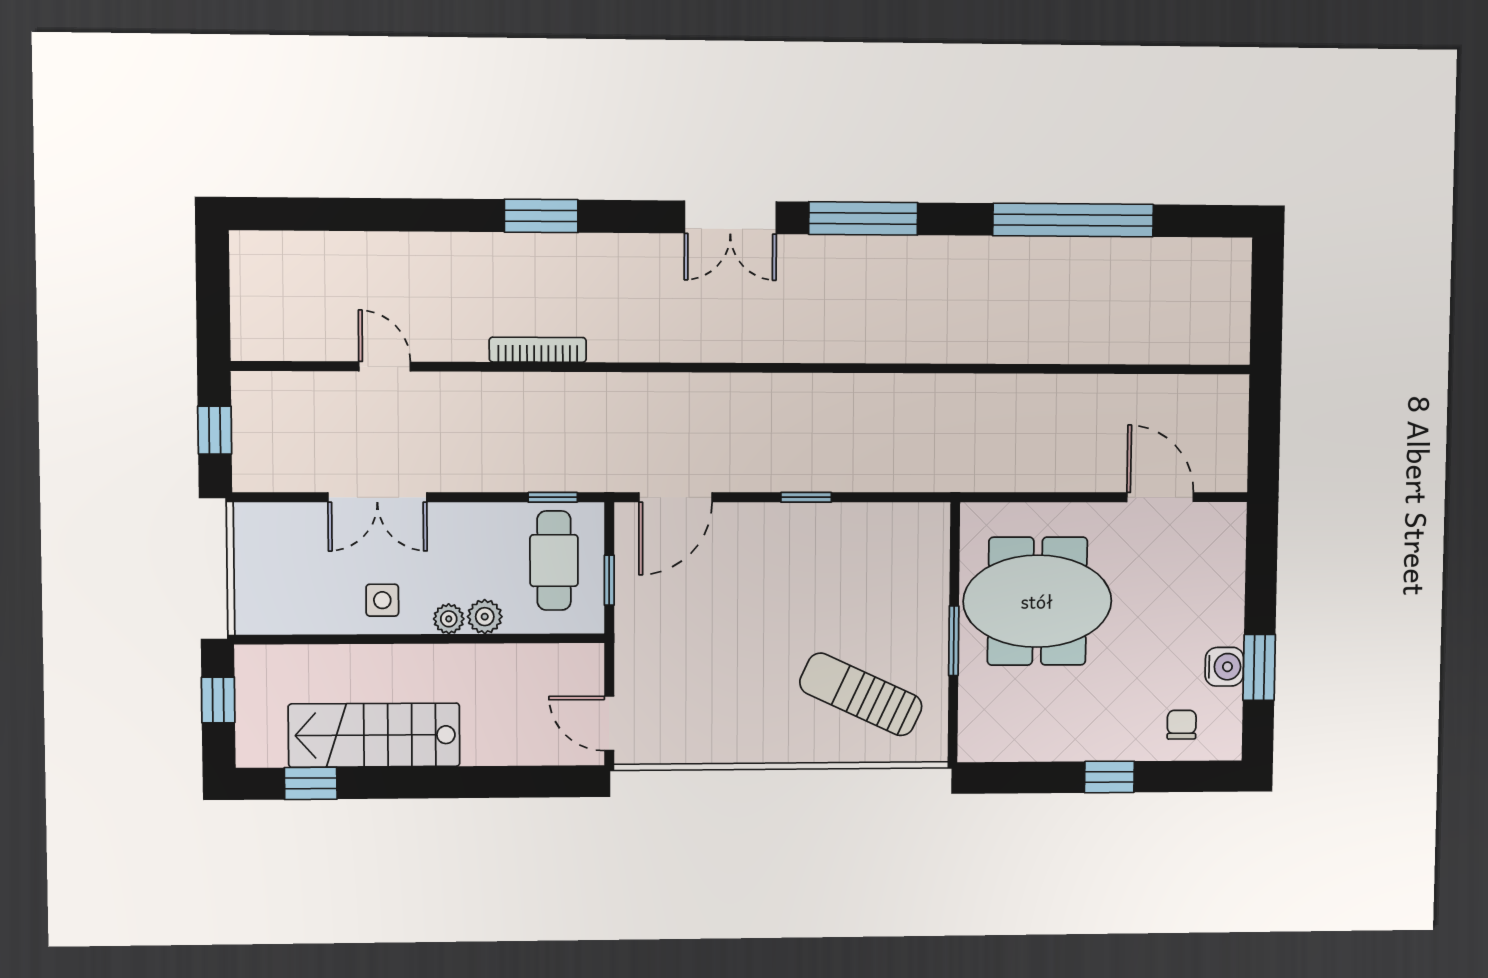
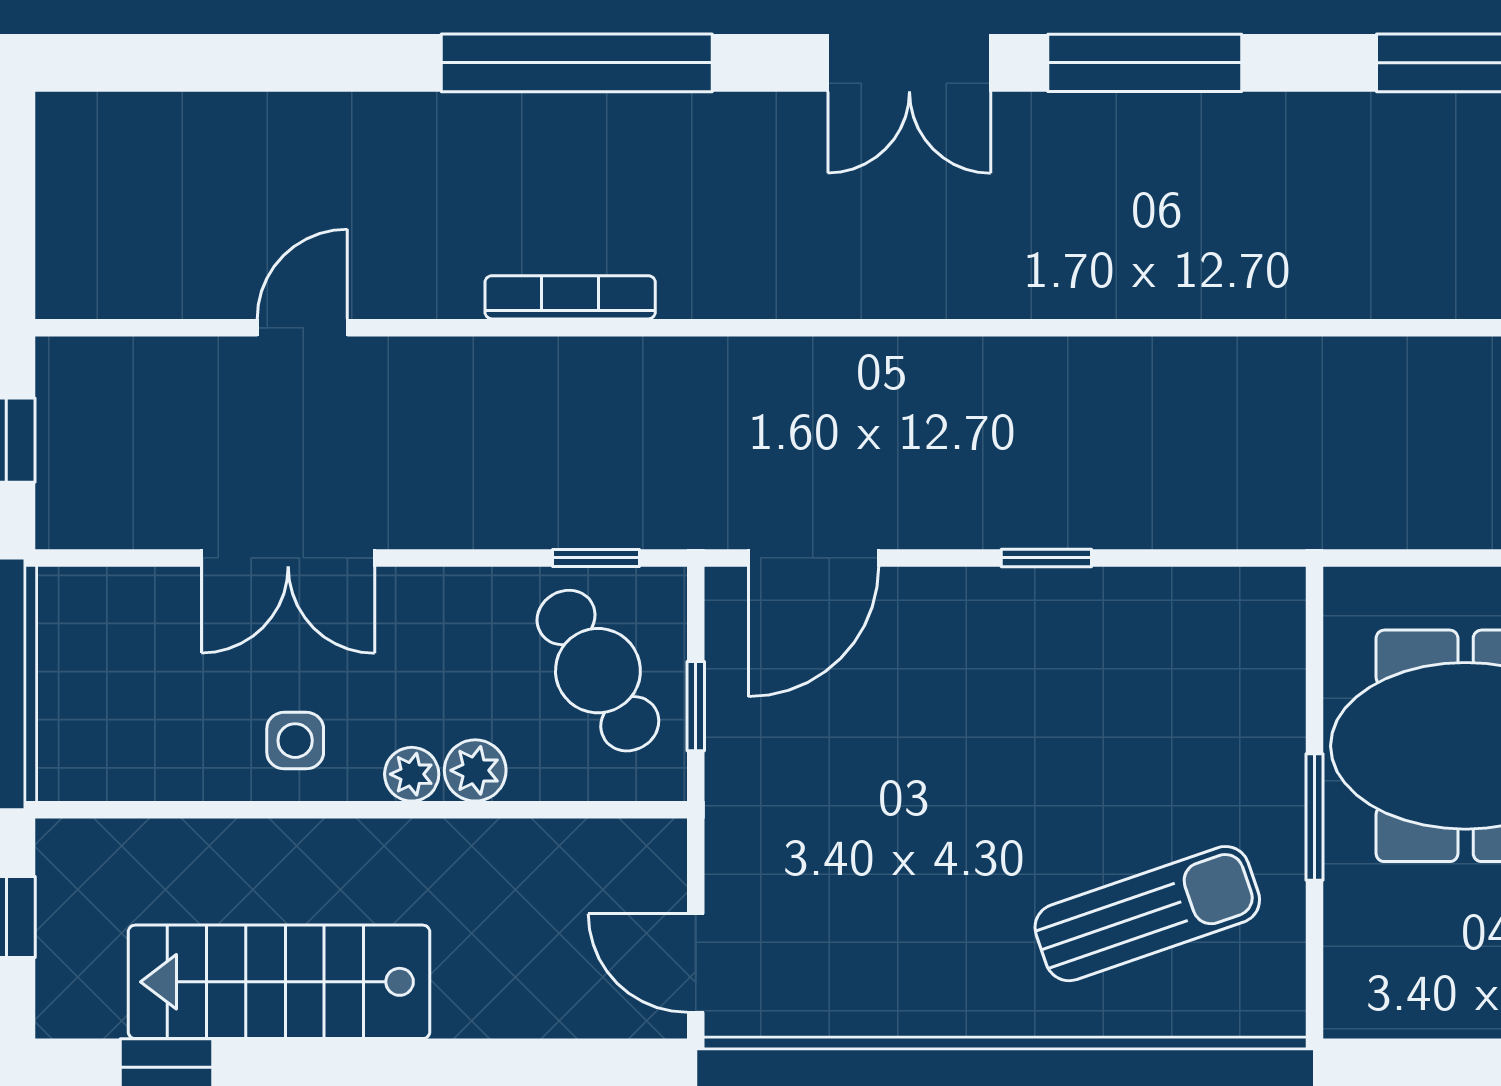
window: (541, 216) -> (577, 63), width x2.11
door: (385, 366) -> (302, 328), hinge flipped
cafe table: (554, 561) -> (598, 671), turned -31
sun lounger: (861, 694) -> (1147, 914), turned 136

